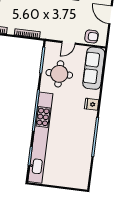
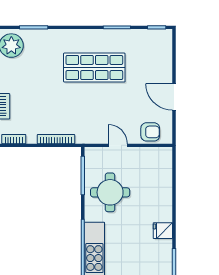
door: (68, 43) -> (118, 145), swing flipped
sofa: (94, 68) -> (159, 178), removed

